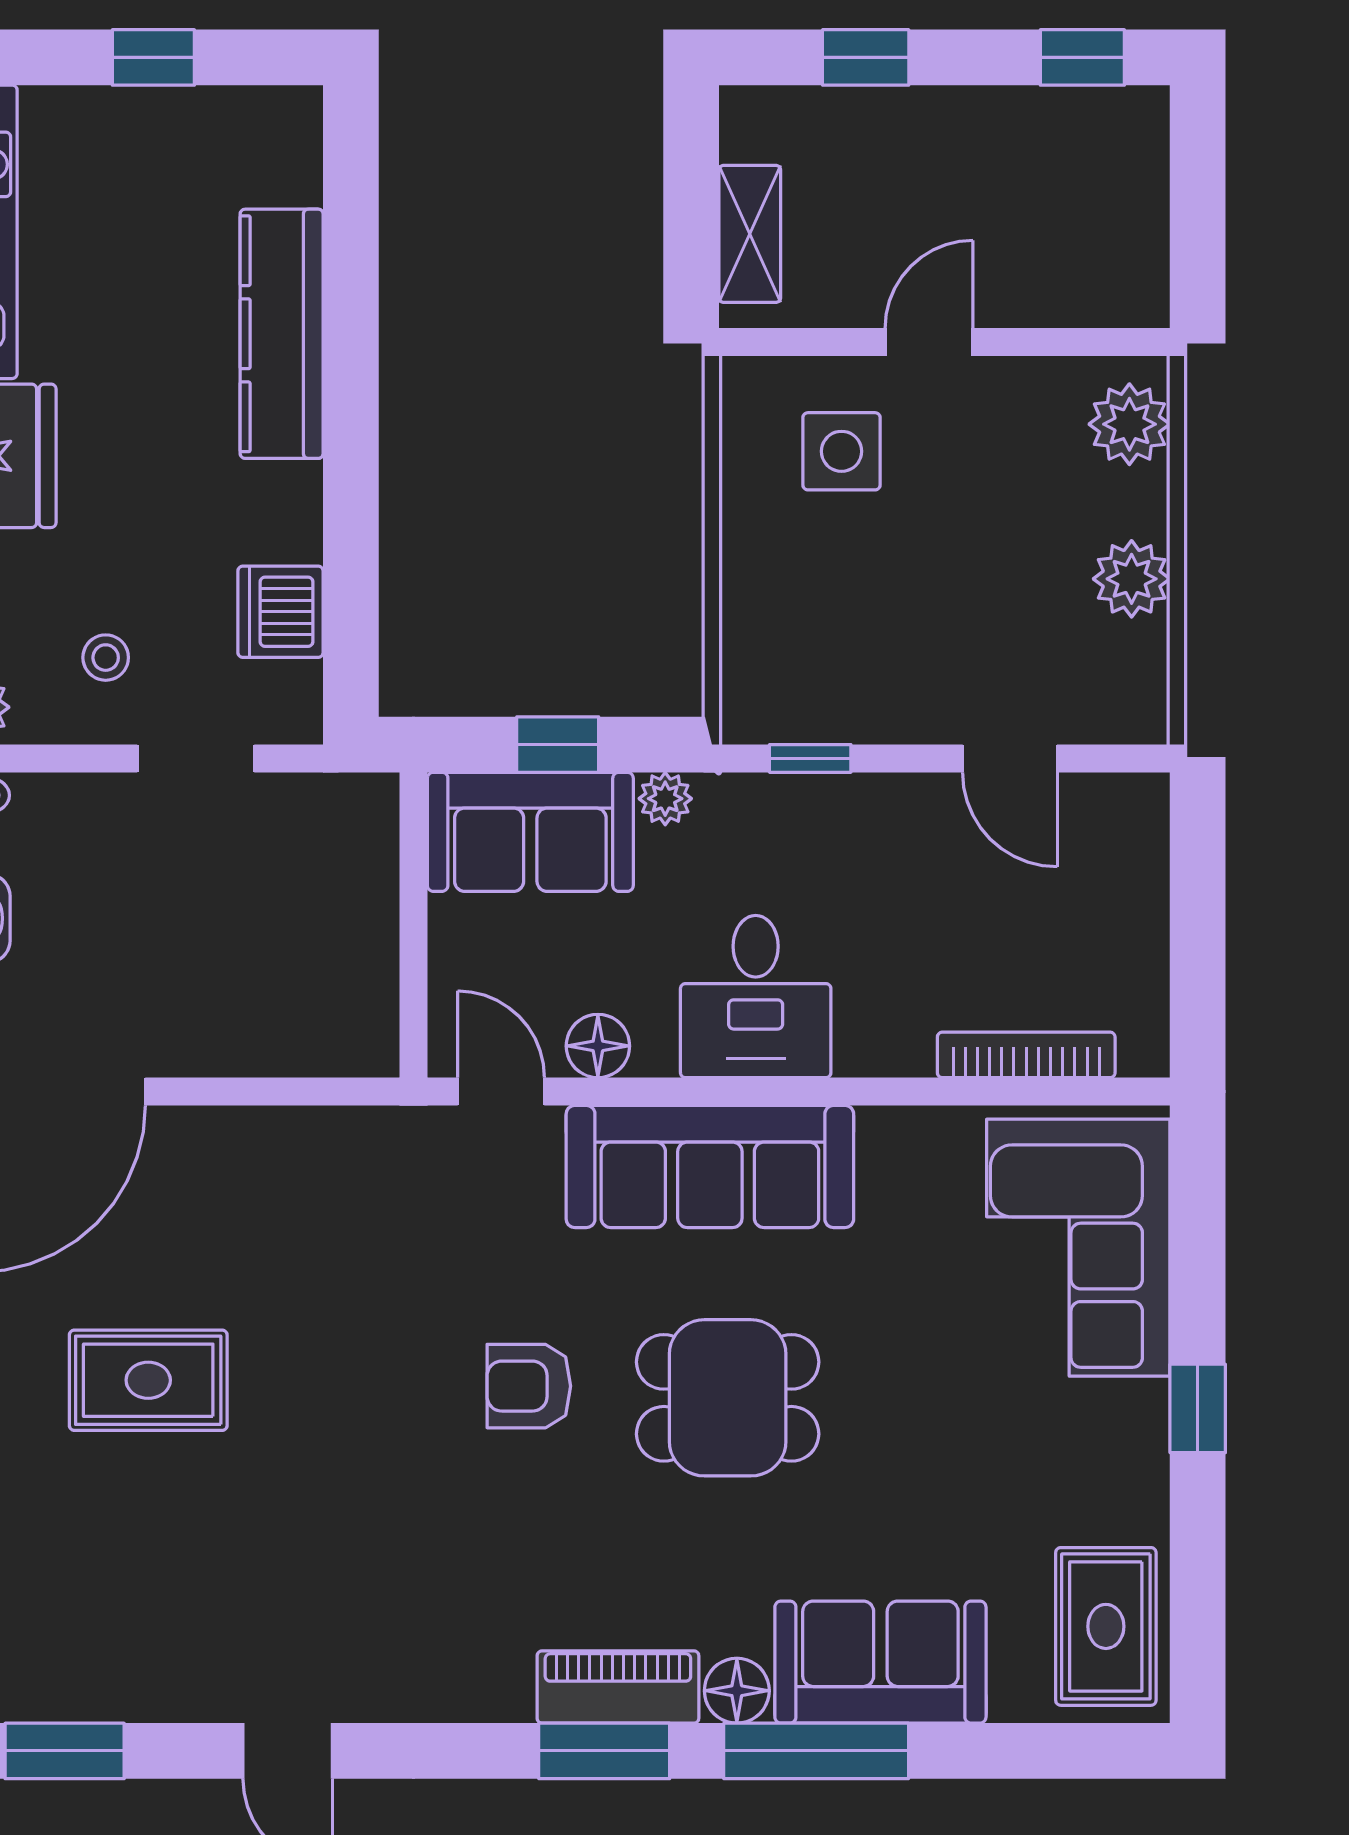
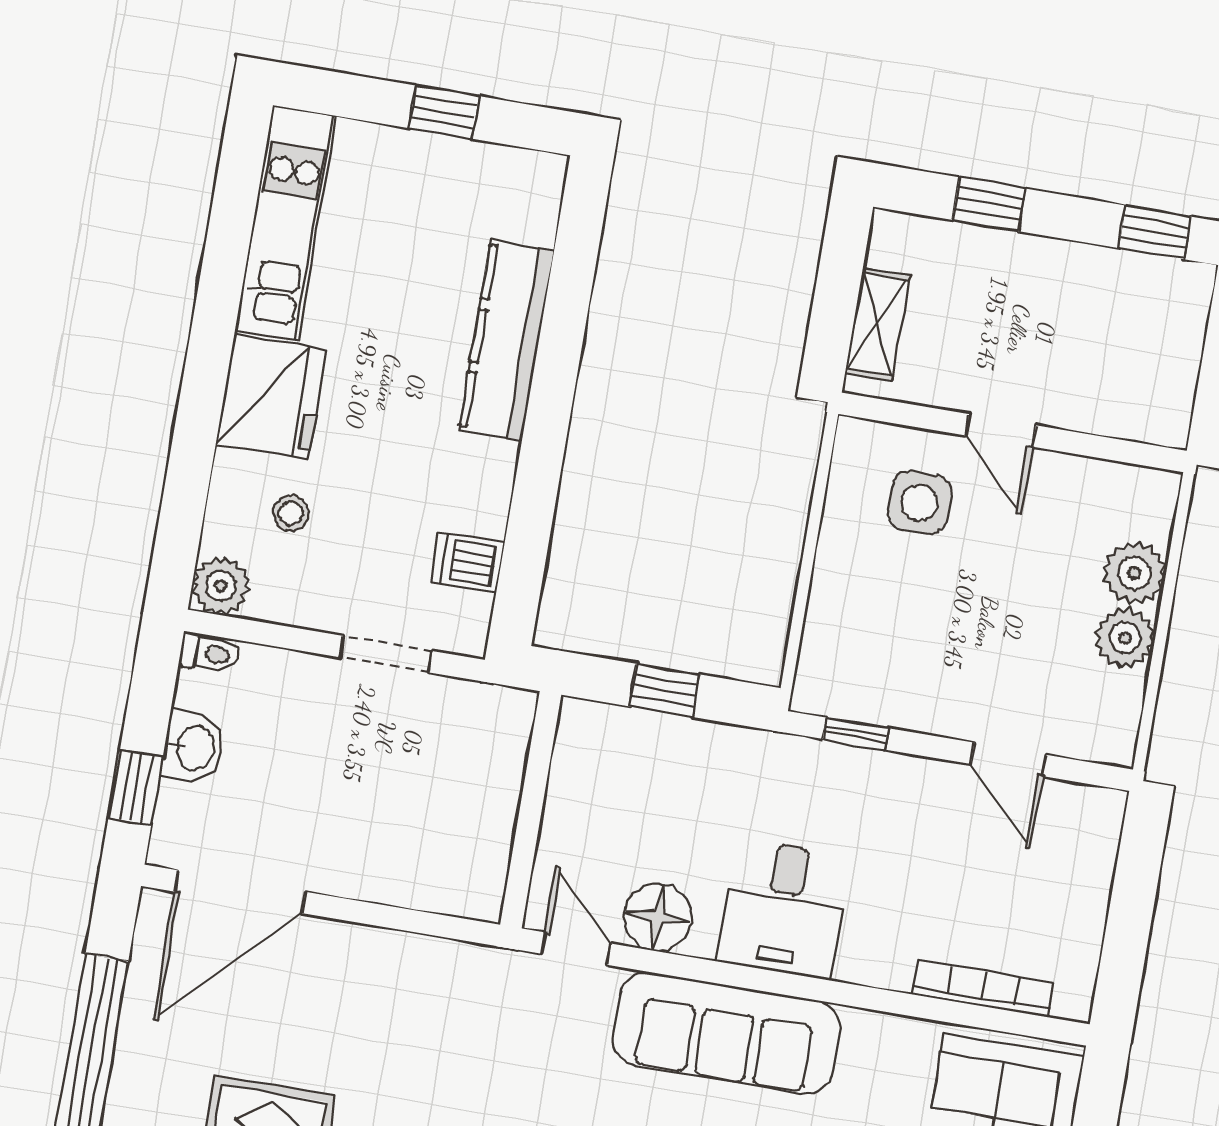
door: (929, 342) -> (1001, 430), swing flipped
plant: (1129, 424) -> (1134, 573), moved
dishwasher: (281, 612) -> (468, 562), width x0.73
stool: (106, 658) -> (291, 513), moved
plant: (665, 799) -> (740, 746), removed
sofa: (530, 832) -> (632, 754), removed
floor lamp: (598, 1046) -> (658, 917), width x1.38, depth x1.38

